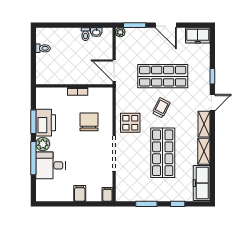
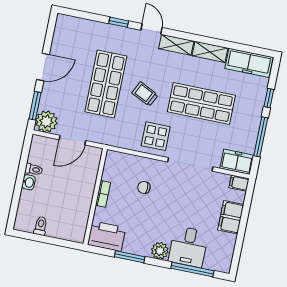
washbasin: (96, 32) -> (29, 182), moved
plant: (120, 32) -> (46, 121), width x1.87, depth x1.87
freezer: (198, 35) -> (237, 162), moved, turned -90
door: (114, 70) -> (72, 140), moved
chair: (89, 122) -> (144, 187), width x0.54, depth x0.54
printer: (46, 123) -> (107, 236), moved
window: (33, 158) -> (192, 270), moved
filing cabinet: (80, 193) -> (231, 217), width x2.00
window: (146, 204) -> (261, 137), width x1.44

